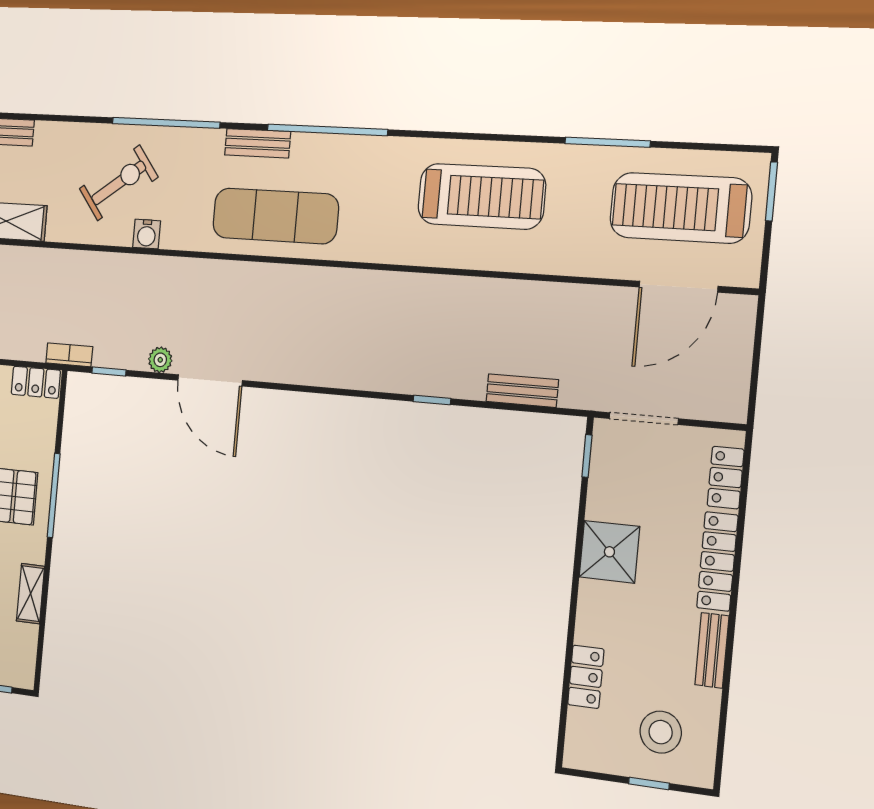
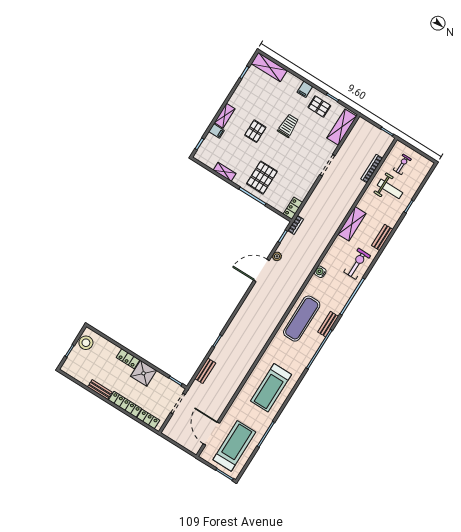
exercise bike: (119, 183) -> (357, 264), moved, turned -143
locker: (586, 677) -> (128, 359), moved
stool: (661, 732) -> (86, 343), moved

